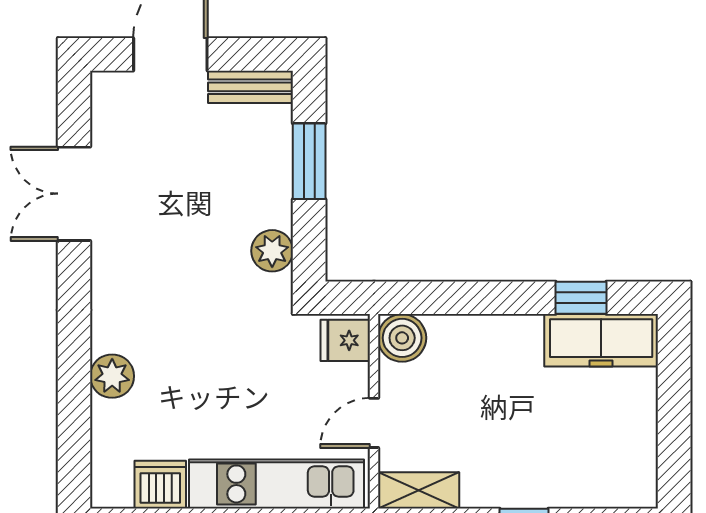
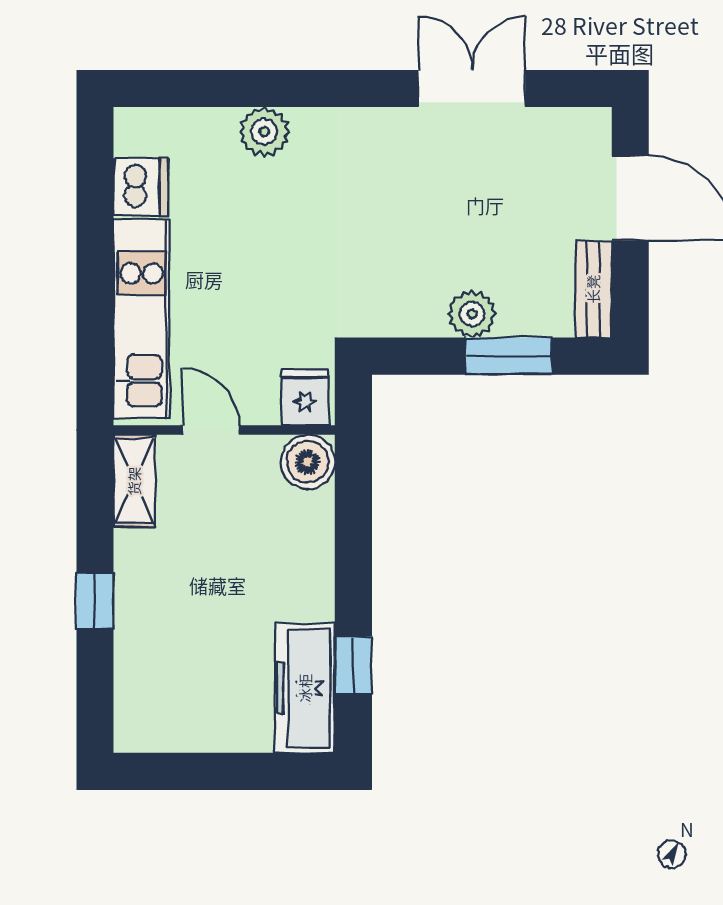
plant: (272, 251) -> (472, 314), moved

